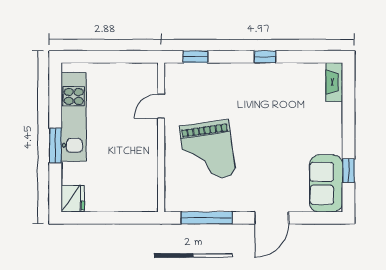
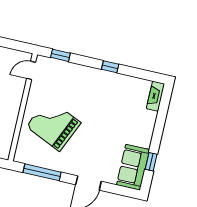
door: (161, 106) -> (31, 70), moved
grand piano: (207, 151) -> (54, 125), turned 122

